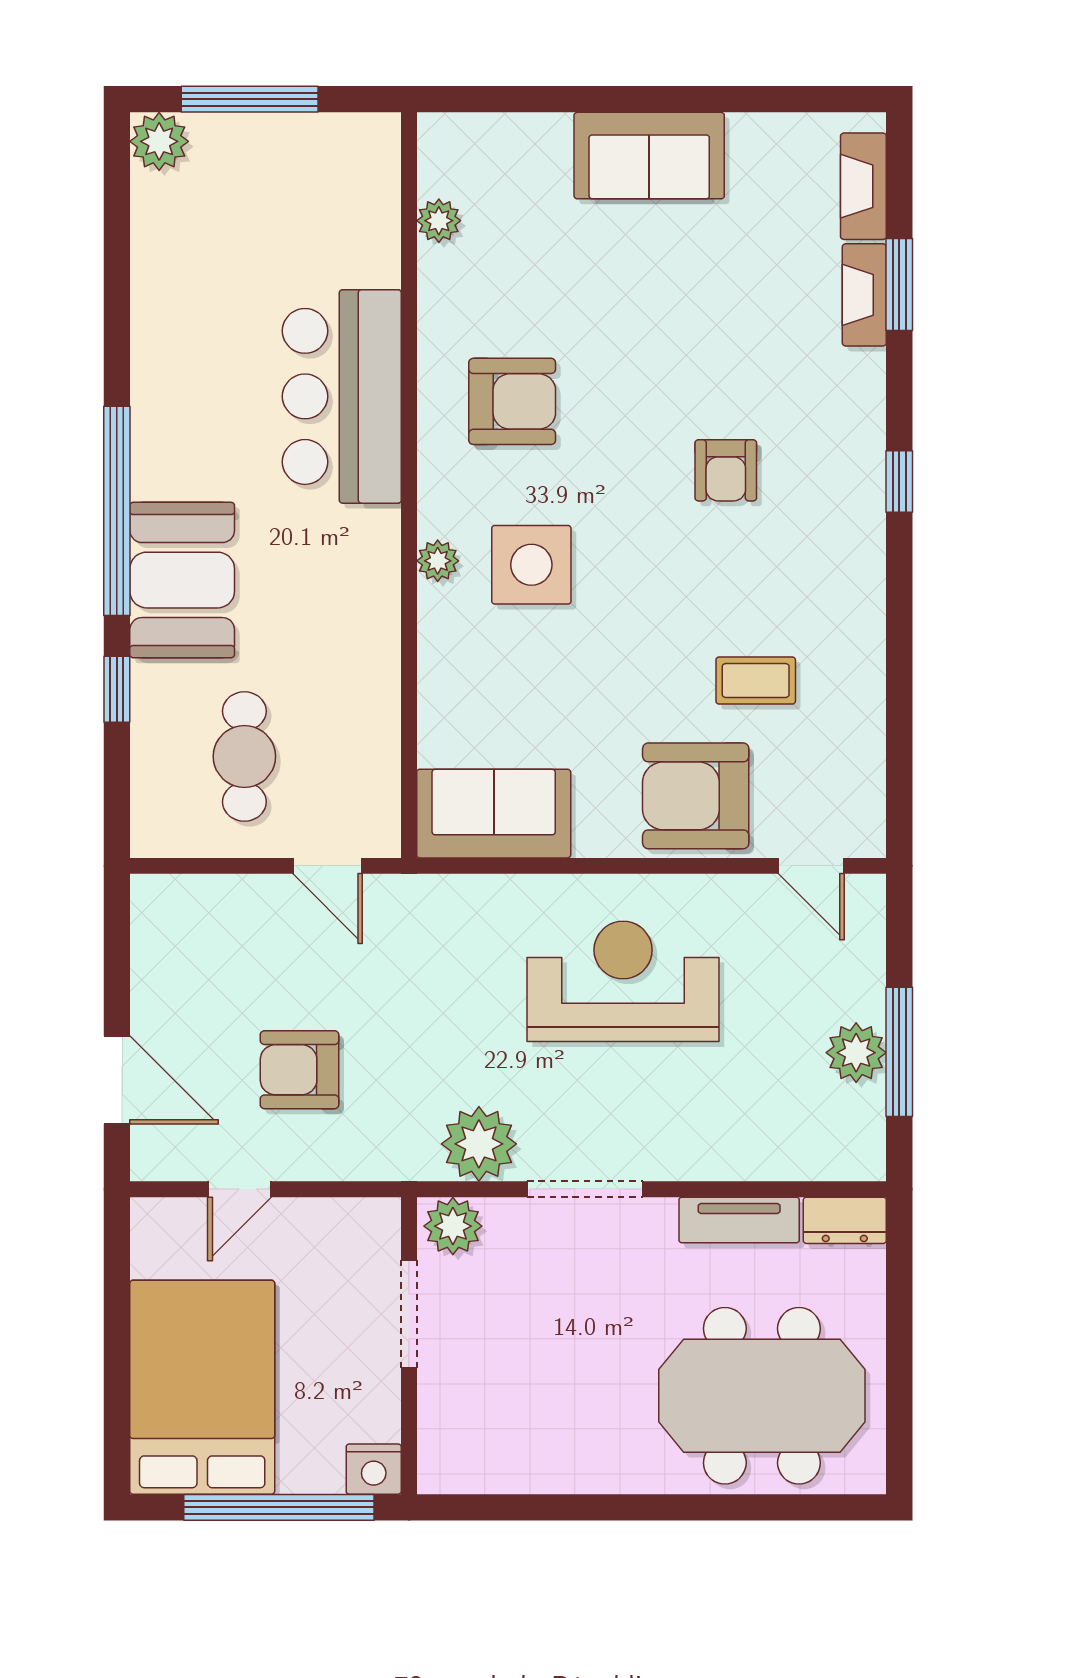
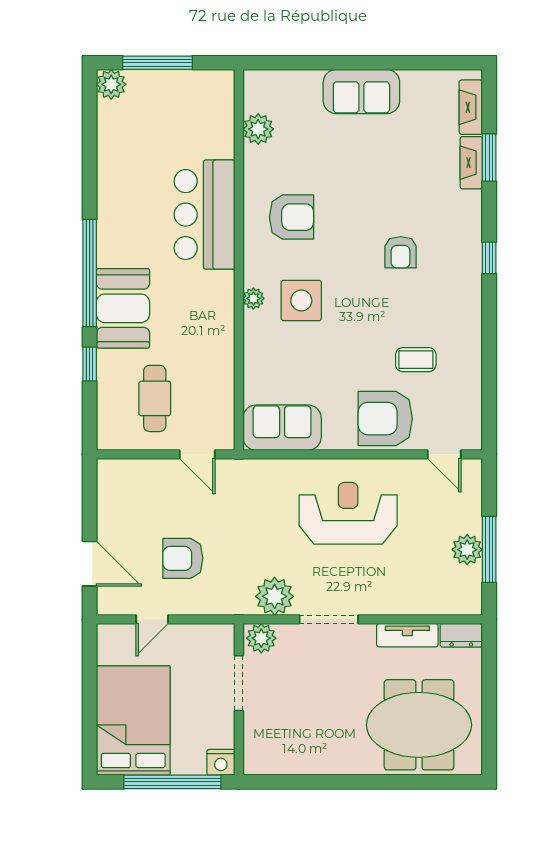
plant: (439, 221) -> (258, 129), width x1.38, depth x1.38

